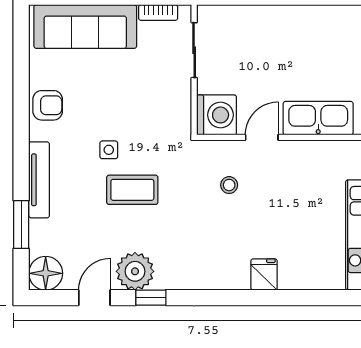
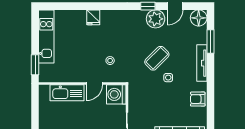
coffee table: (132, 190) -> (157, 58), turned -45

